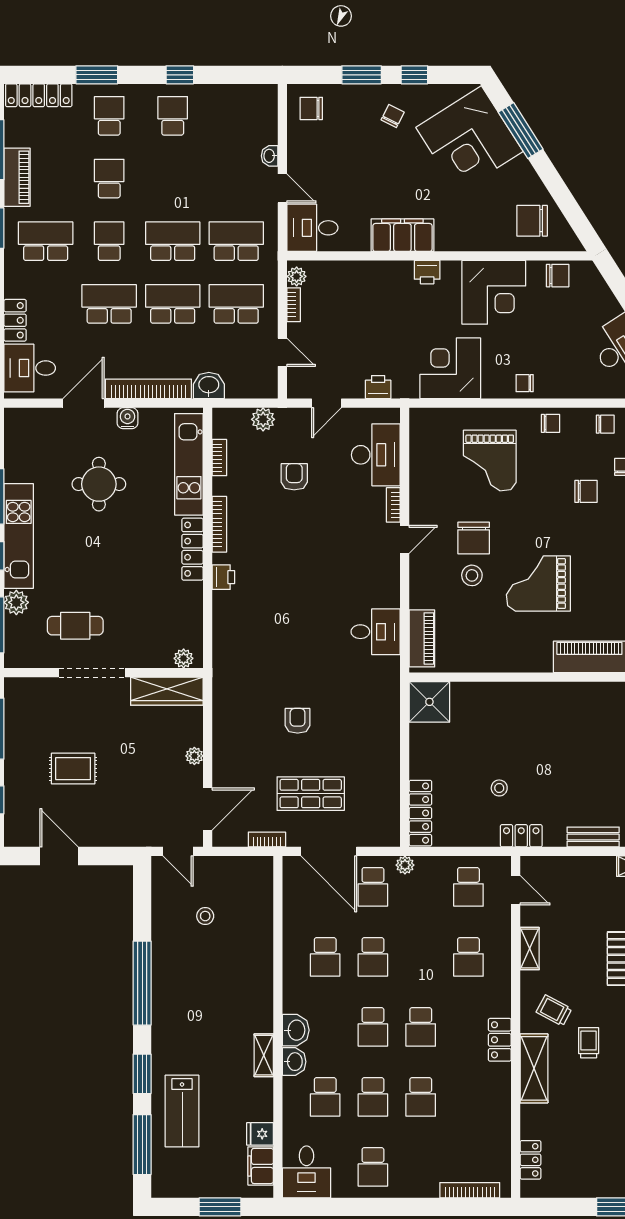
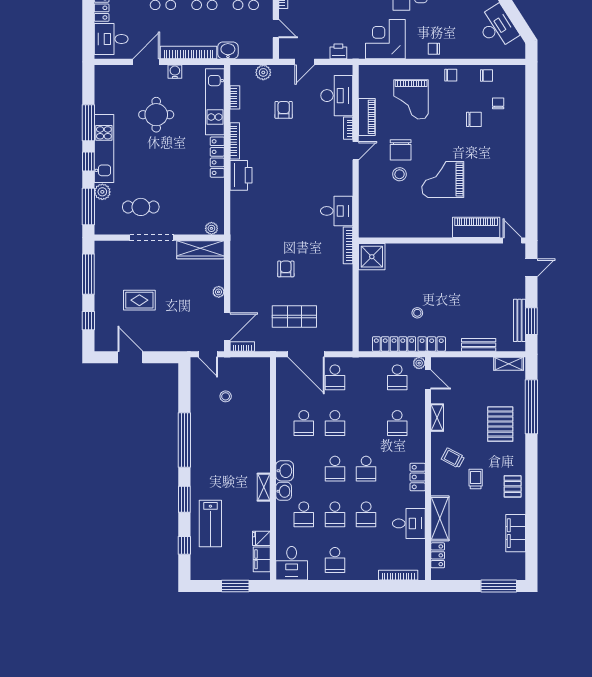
printer: (223, 577) -> (241, 175), width x1.87, depth x1.48
piano: (422, 638) -> (367, 117), moved
bookcase: (393, 685) -> (348, 245), added
locker: (420, 813) -> (394, 344), moved, turned -90
bookcase: (267, 839) -> (242, 346), moved
plant: (405, 865) -> (419, 363), moved
shelving: (534, 1068) -> (440, 518), moved
desk: (486, 1111) -> (409, 523), added
window: (142, 1145) -> (184, 545), width x0.46

